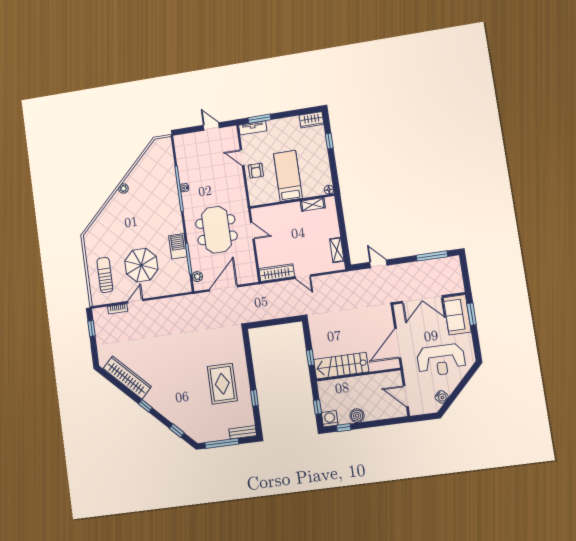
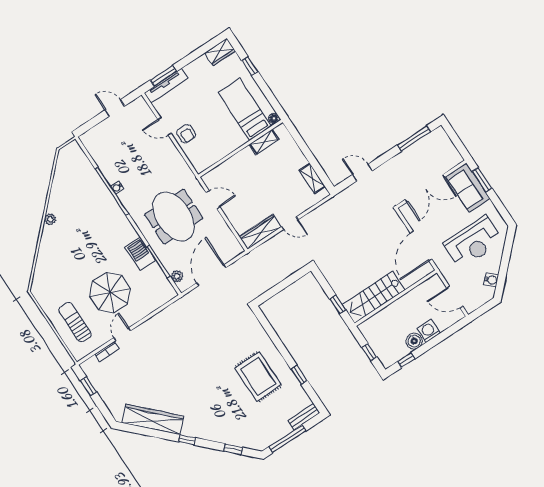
tv unit: (253, 128) -> (166, 86), width x1.41
bed: (288, 176) -> (245, 109), moved
washing machine: (330, 419) -> (429, 331), moved

